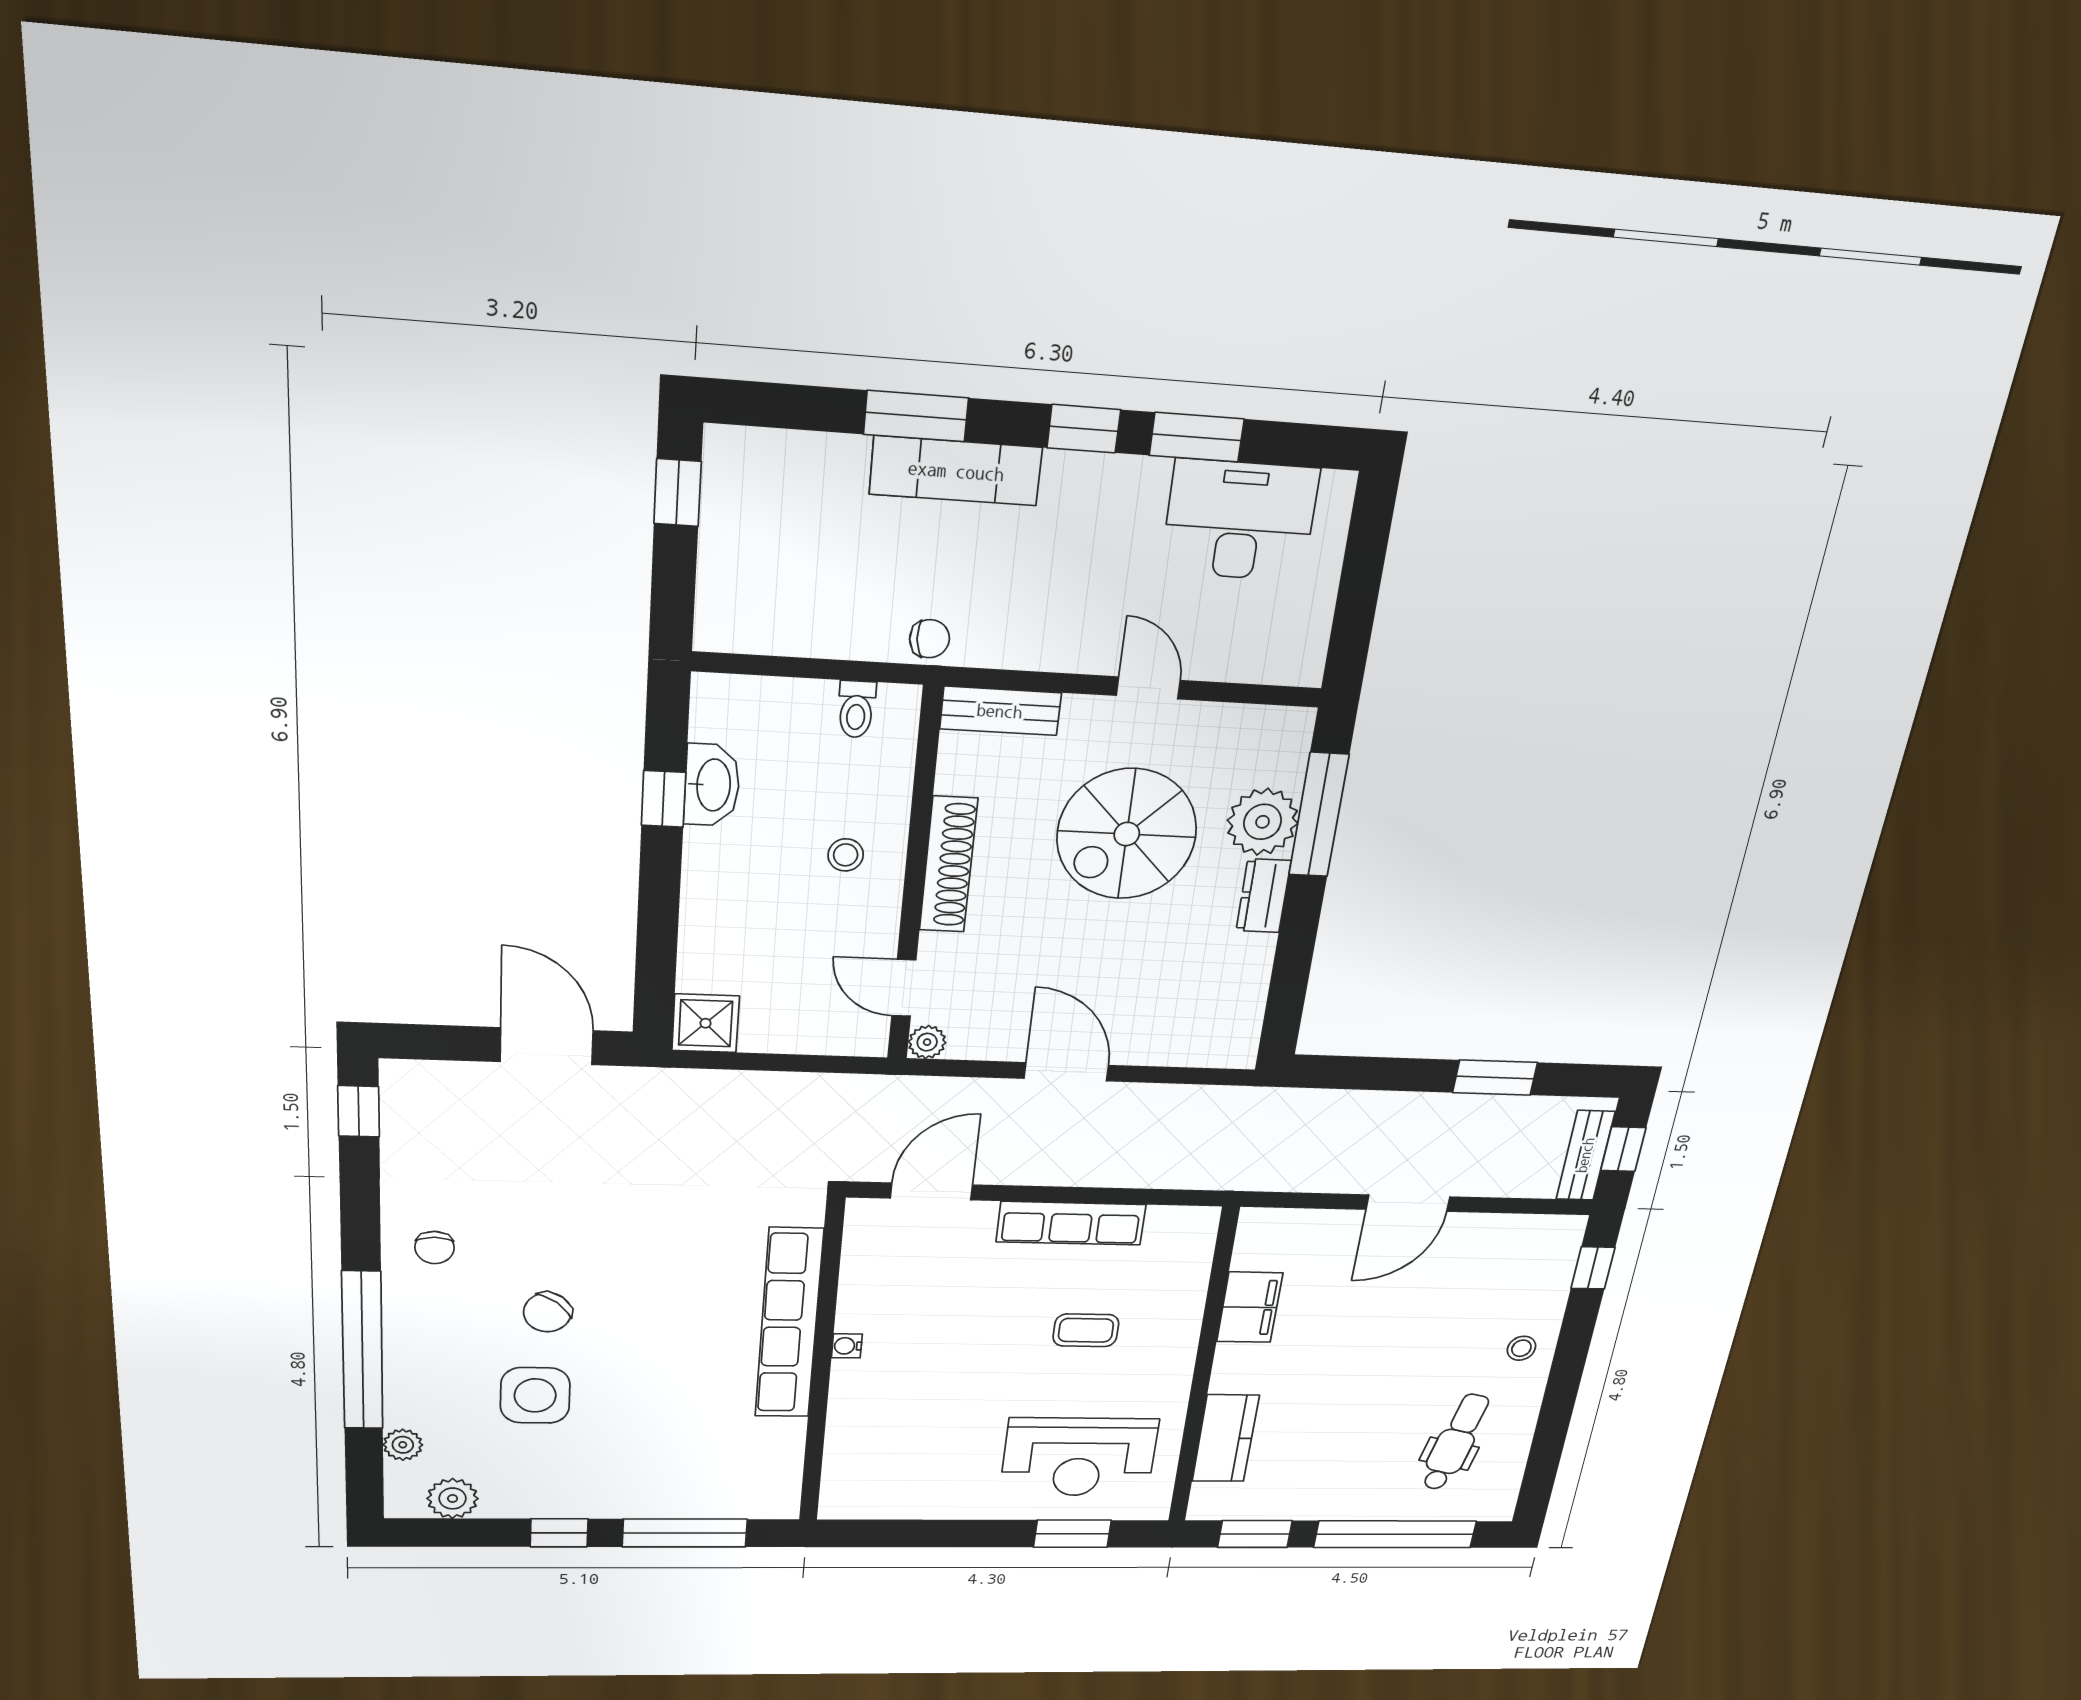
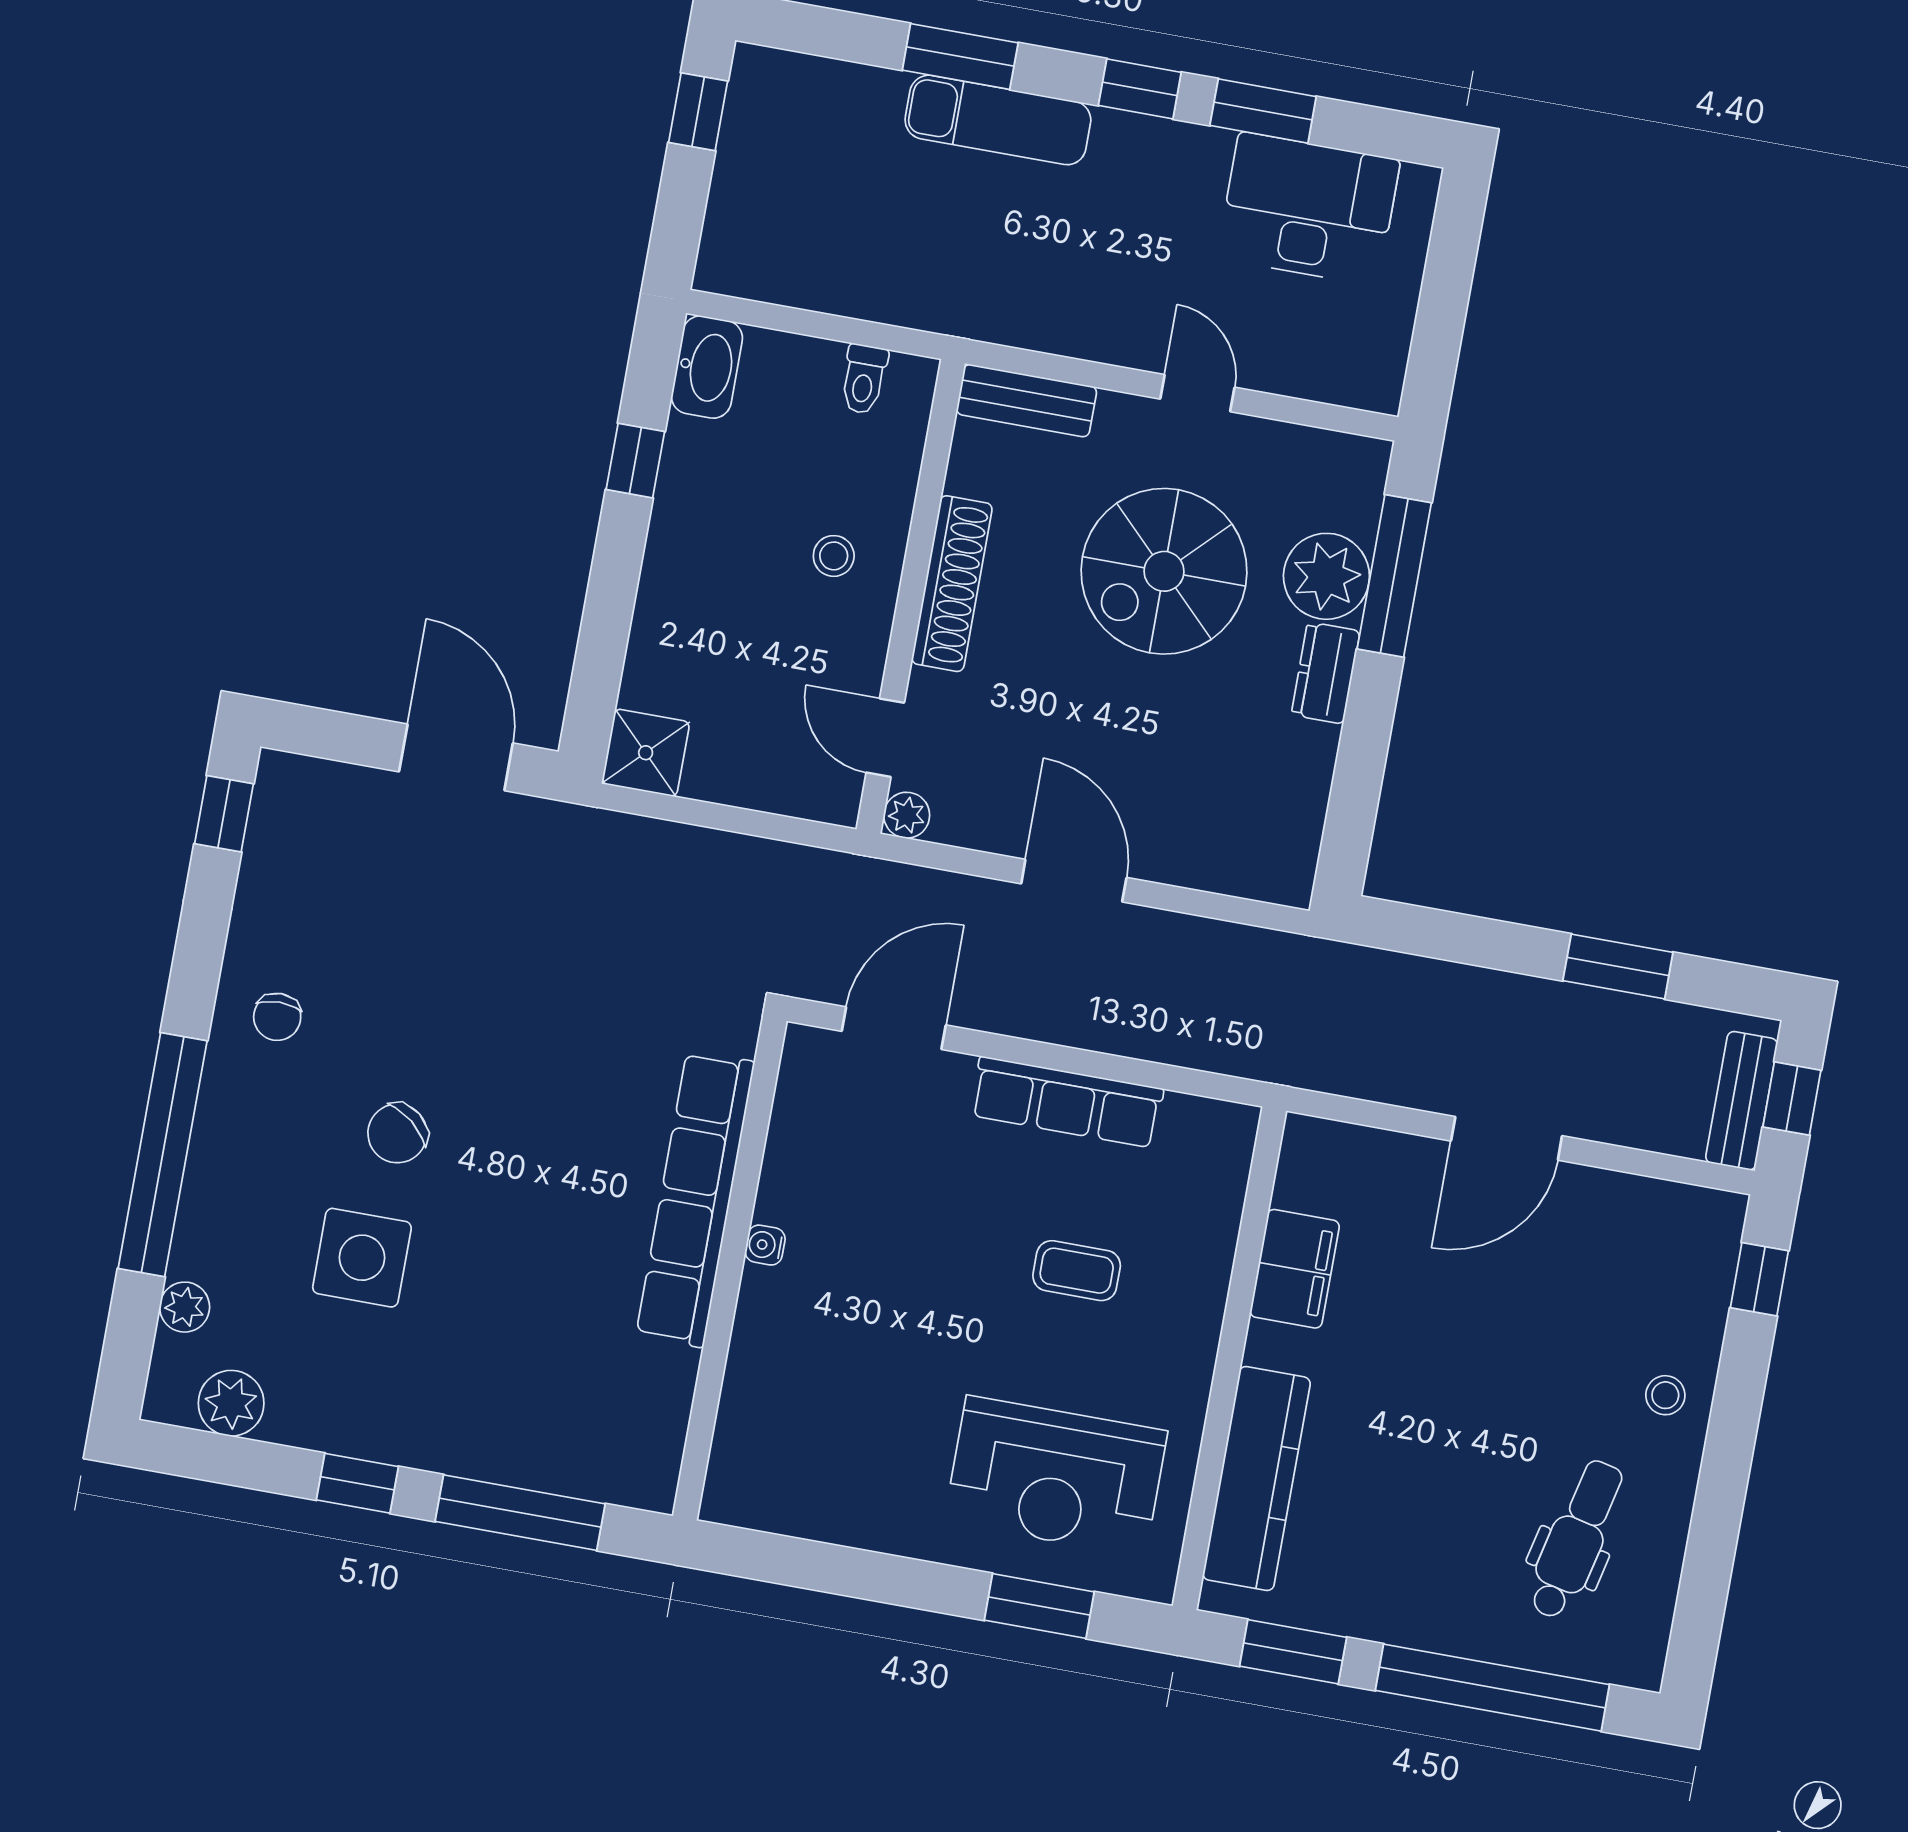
chair: (930, 639) -> (953, 306), removed
washbasin: (712, 785) -> (707, 367), moved
kitchen counter: (1226, 1438) -> (1256, 1479), width x1.50

